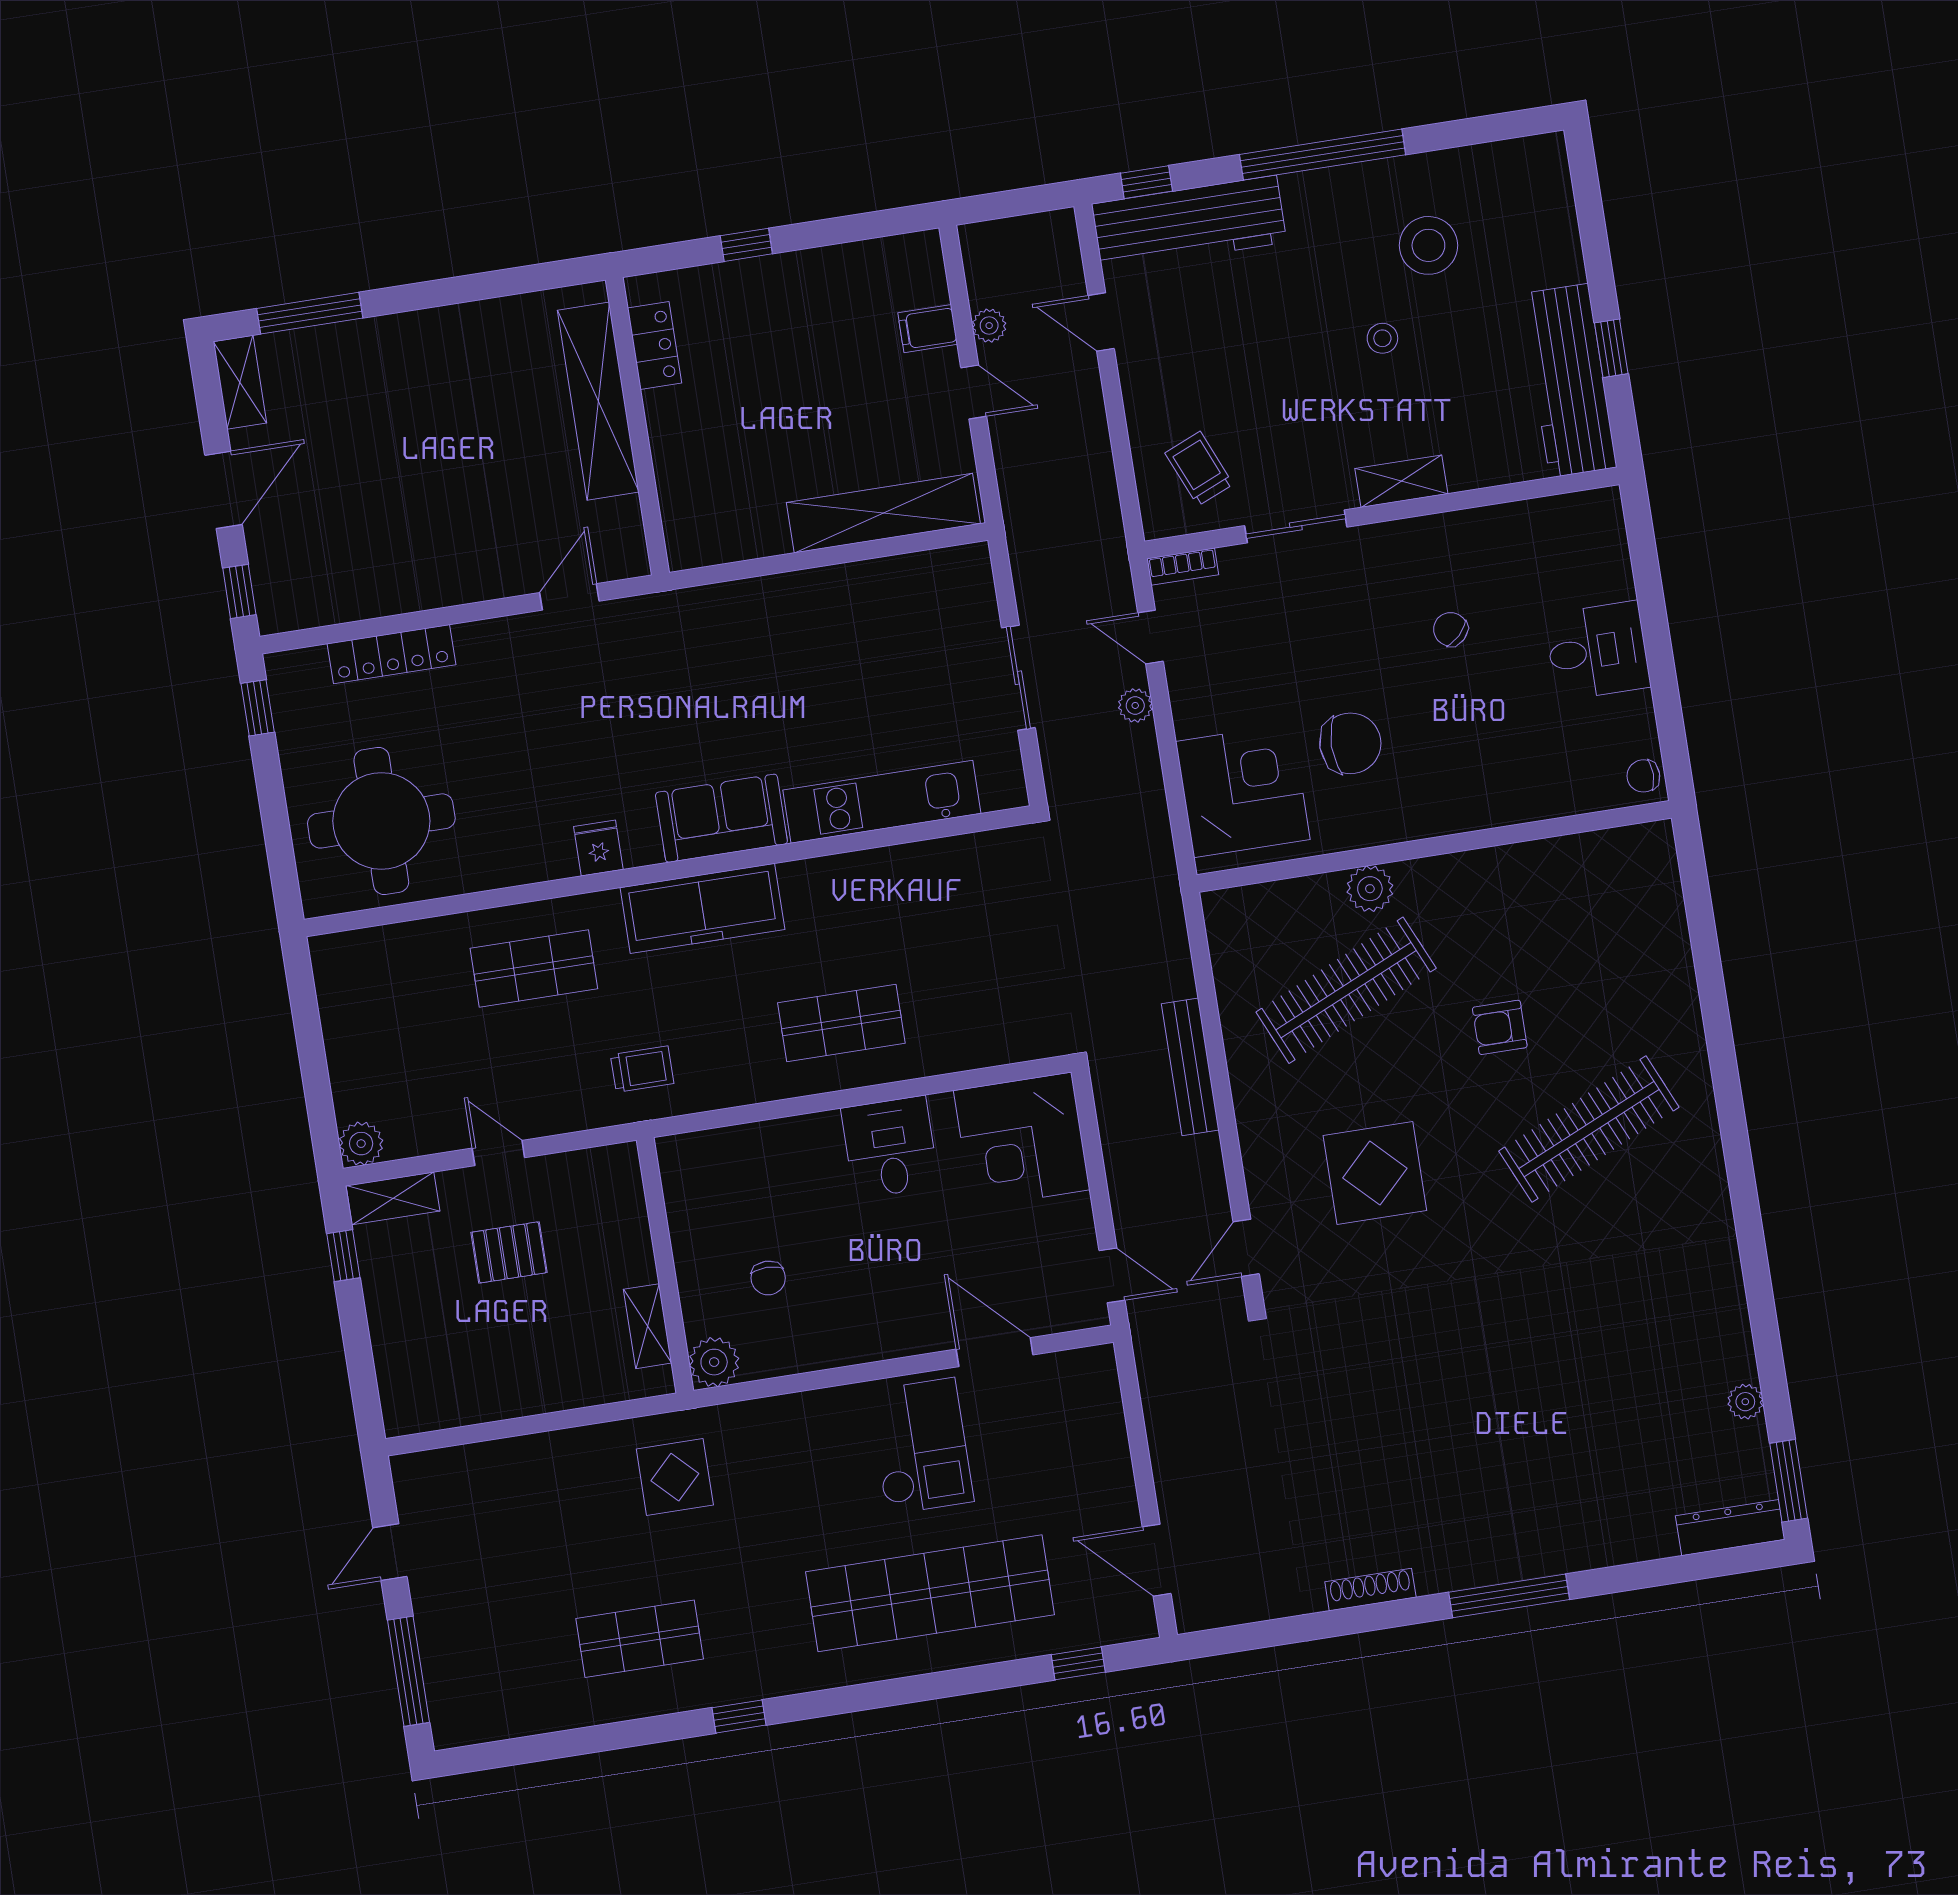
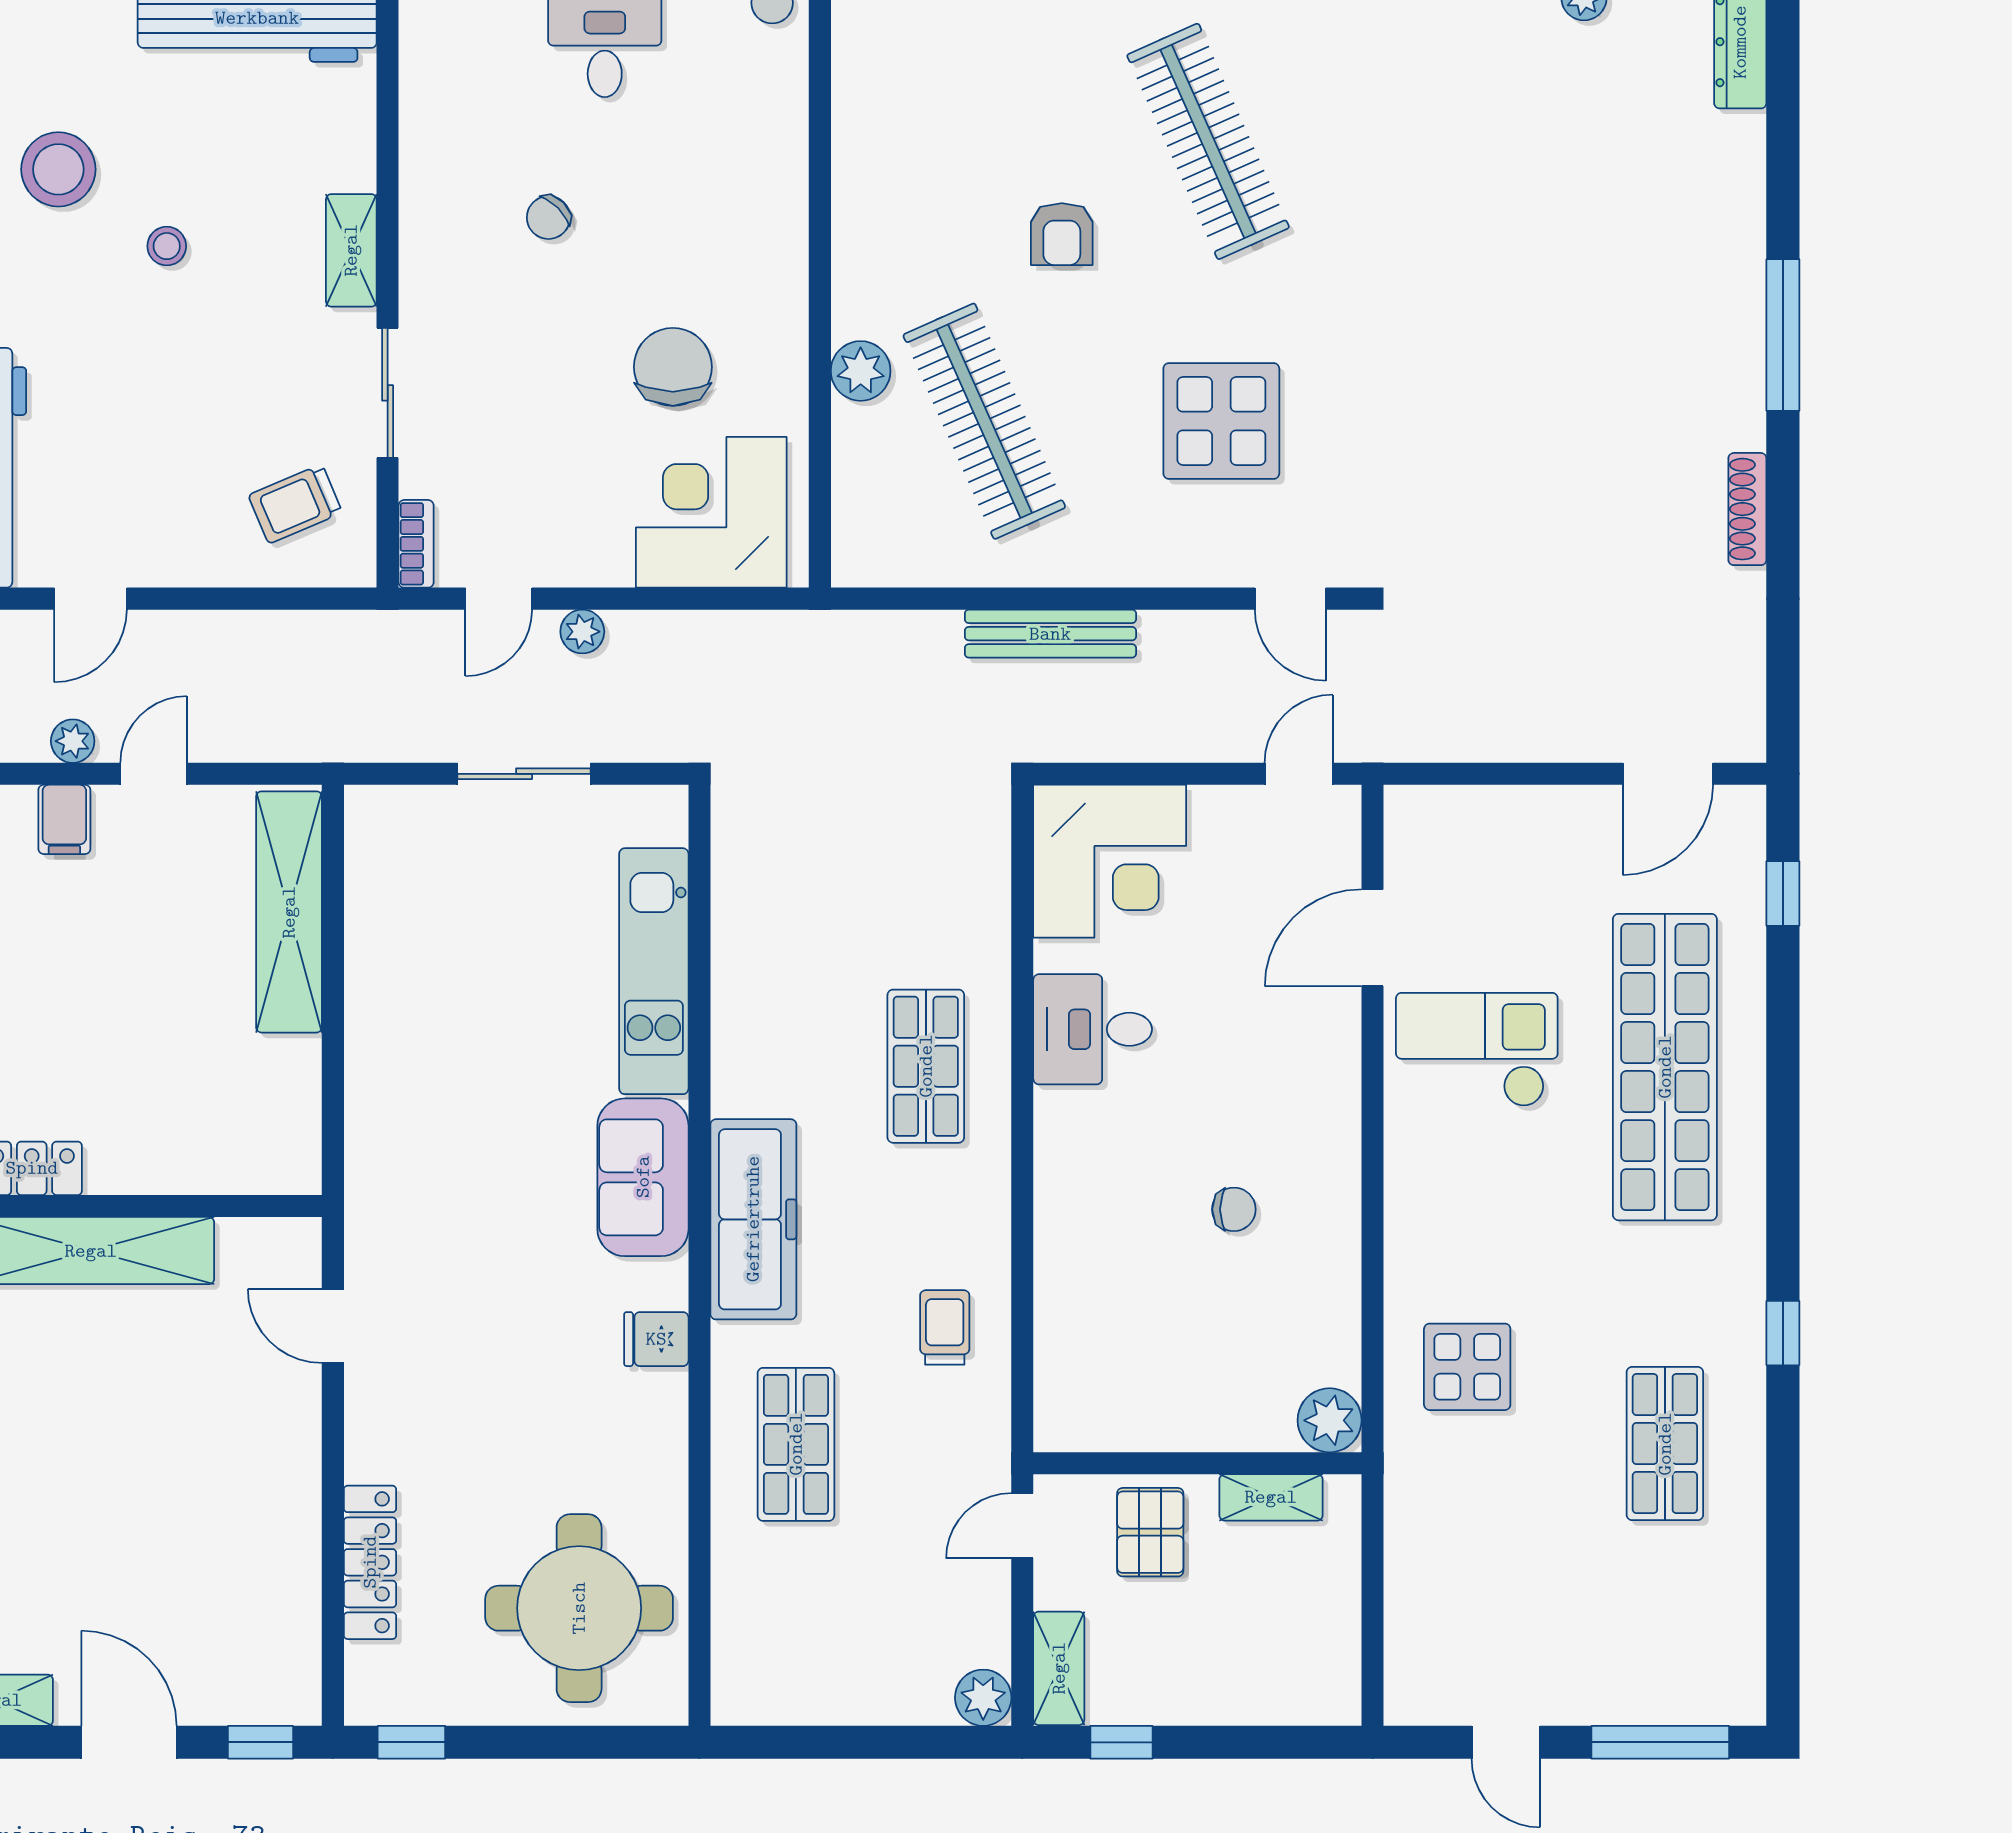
wall: (665, 1265) -> (1197, 1463), moved
shelving: (648, 1326) -> (1271, 1497), moved
plant: (714, 1362) -> (1330, 1420), moved

